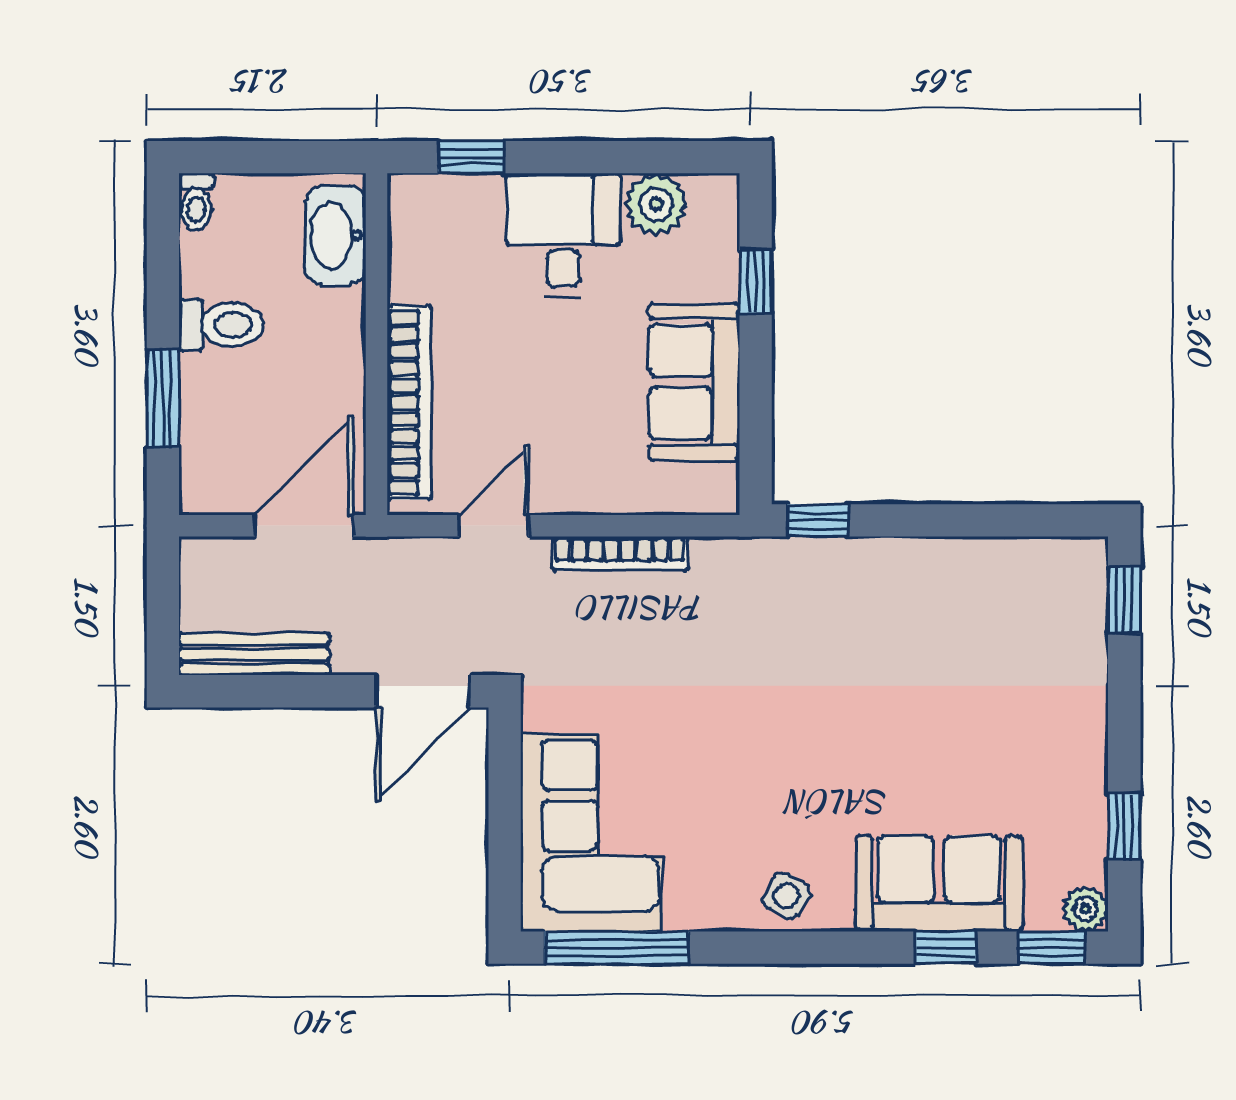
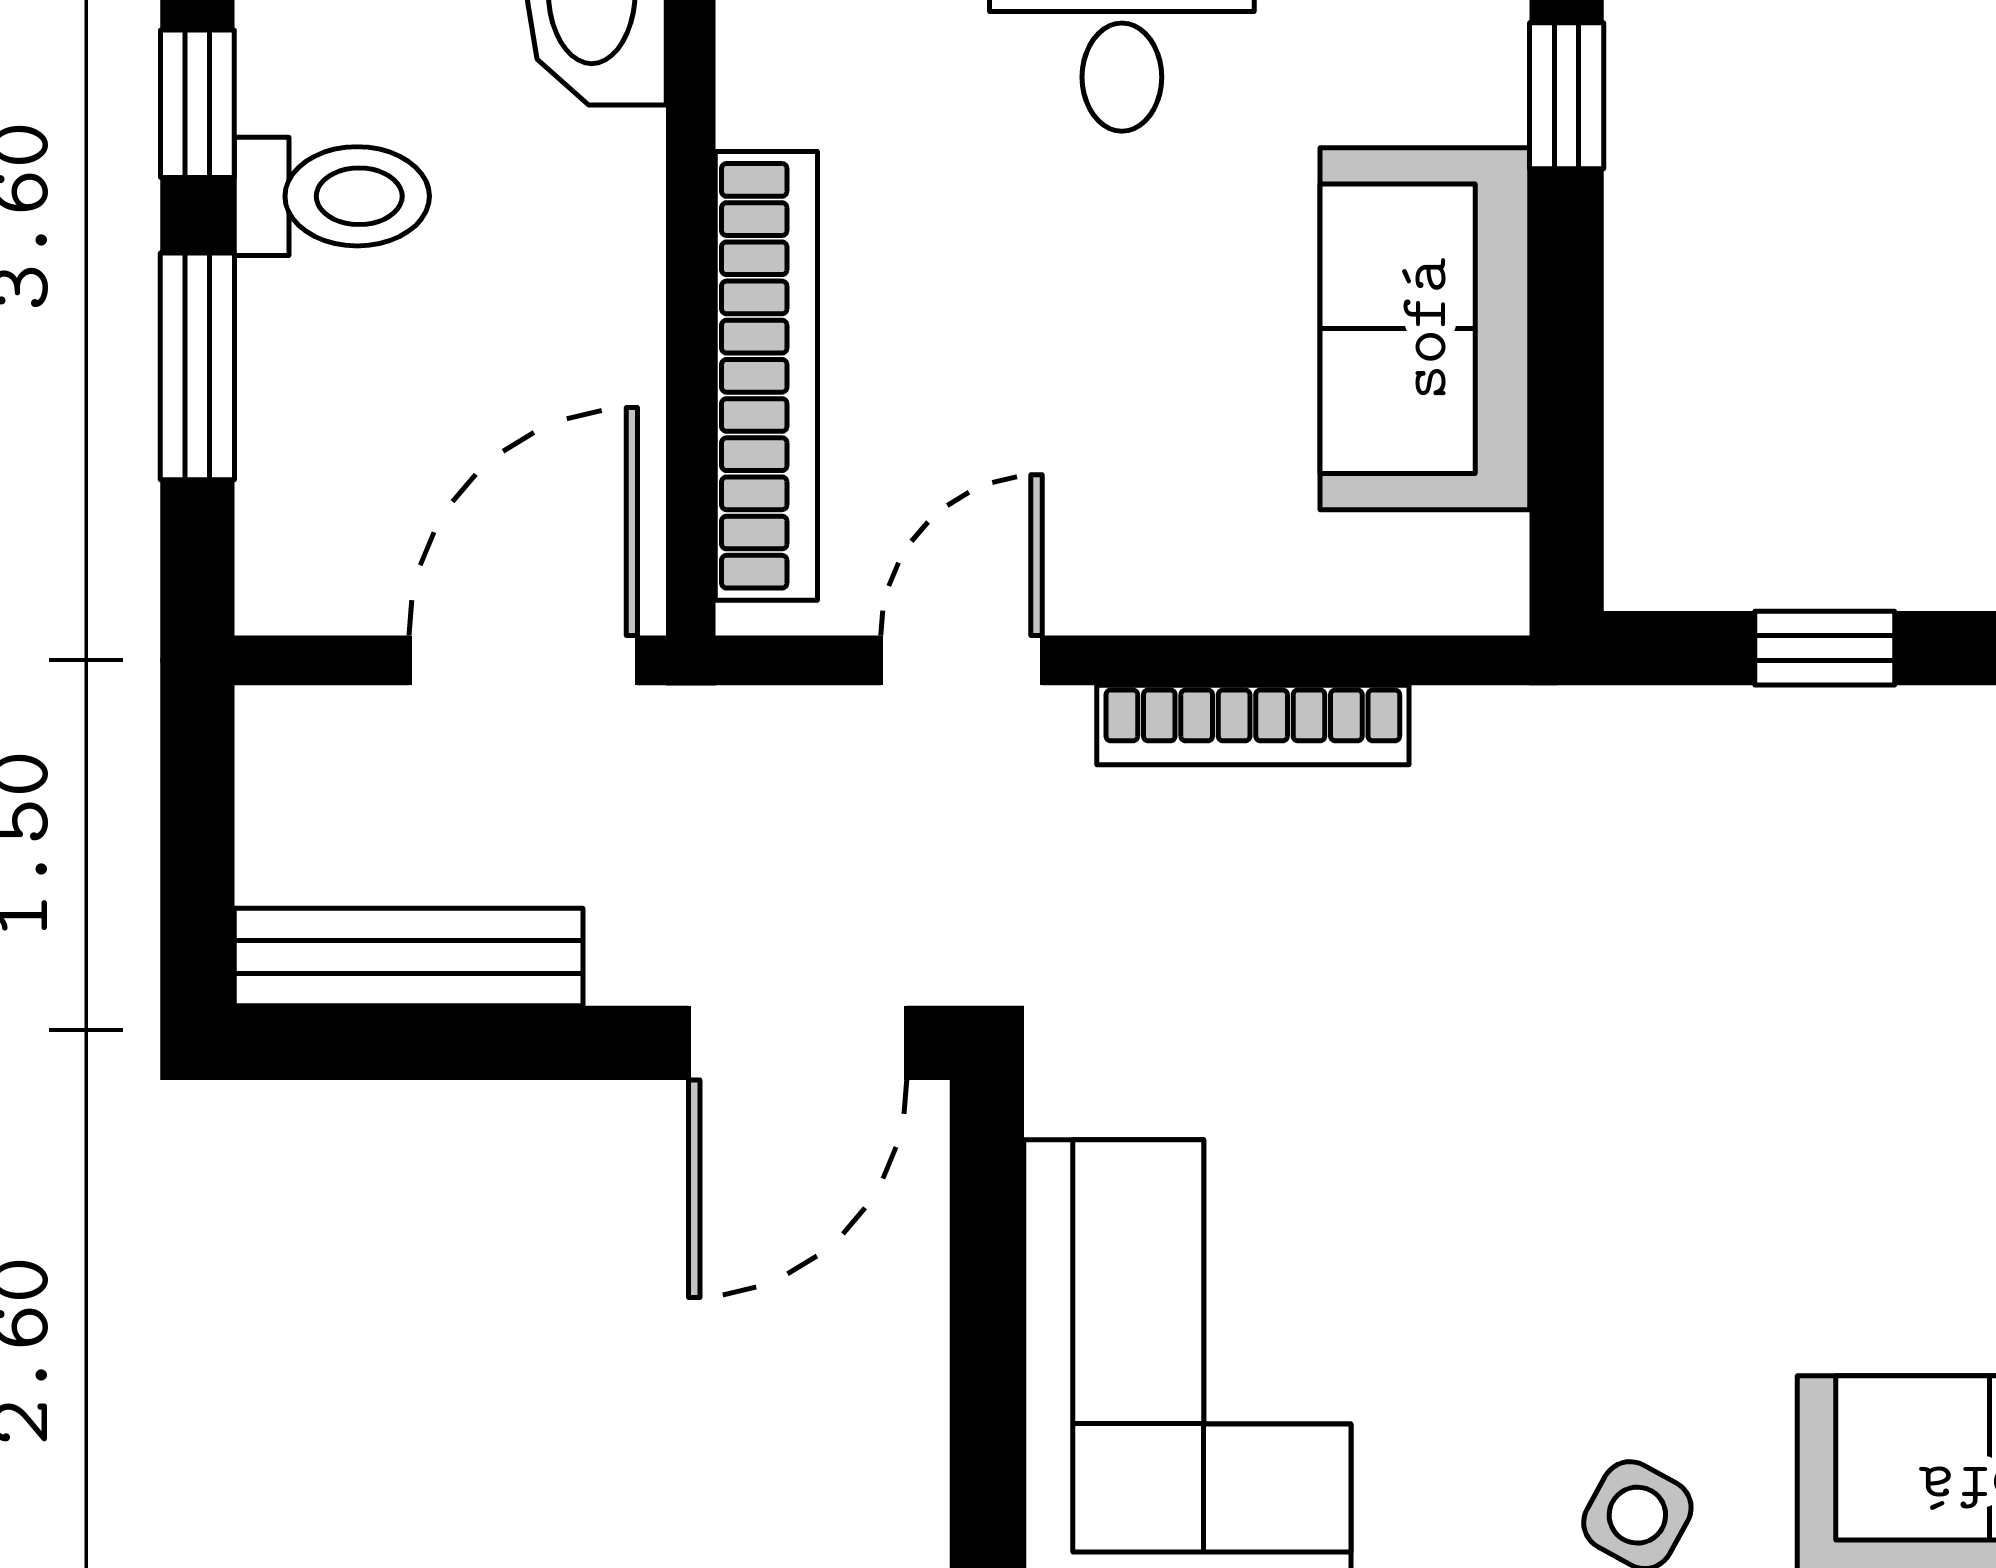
window: (163, 285) -> (197, 104), added
window: (818, 520) -> (1825, 648), moved

